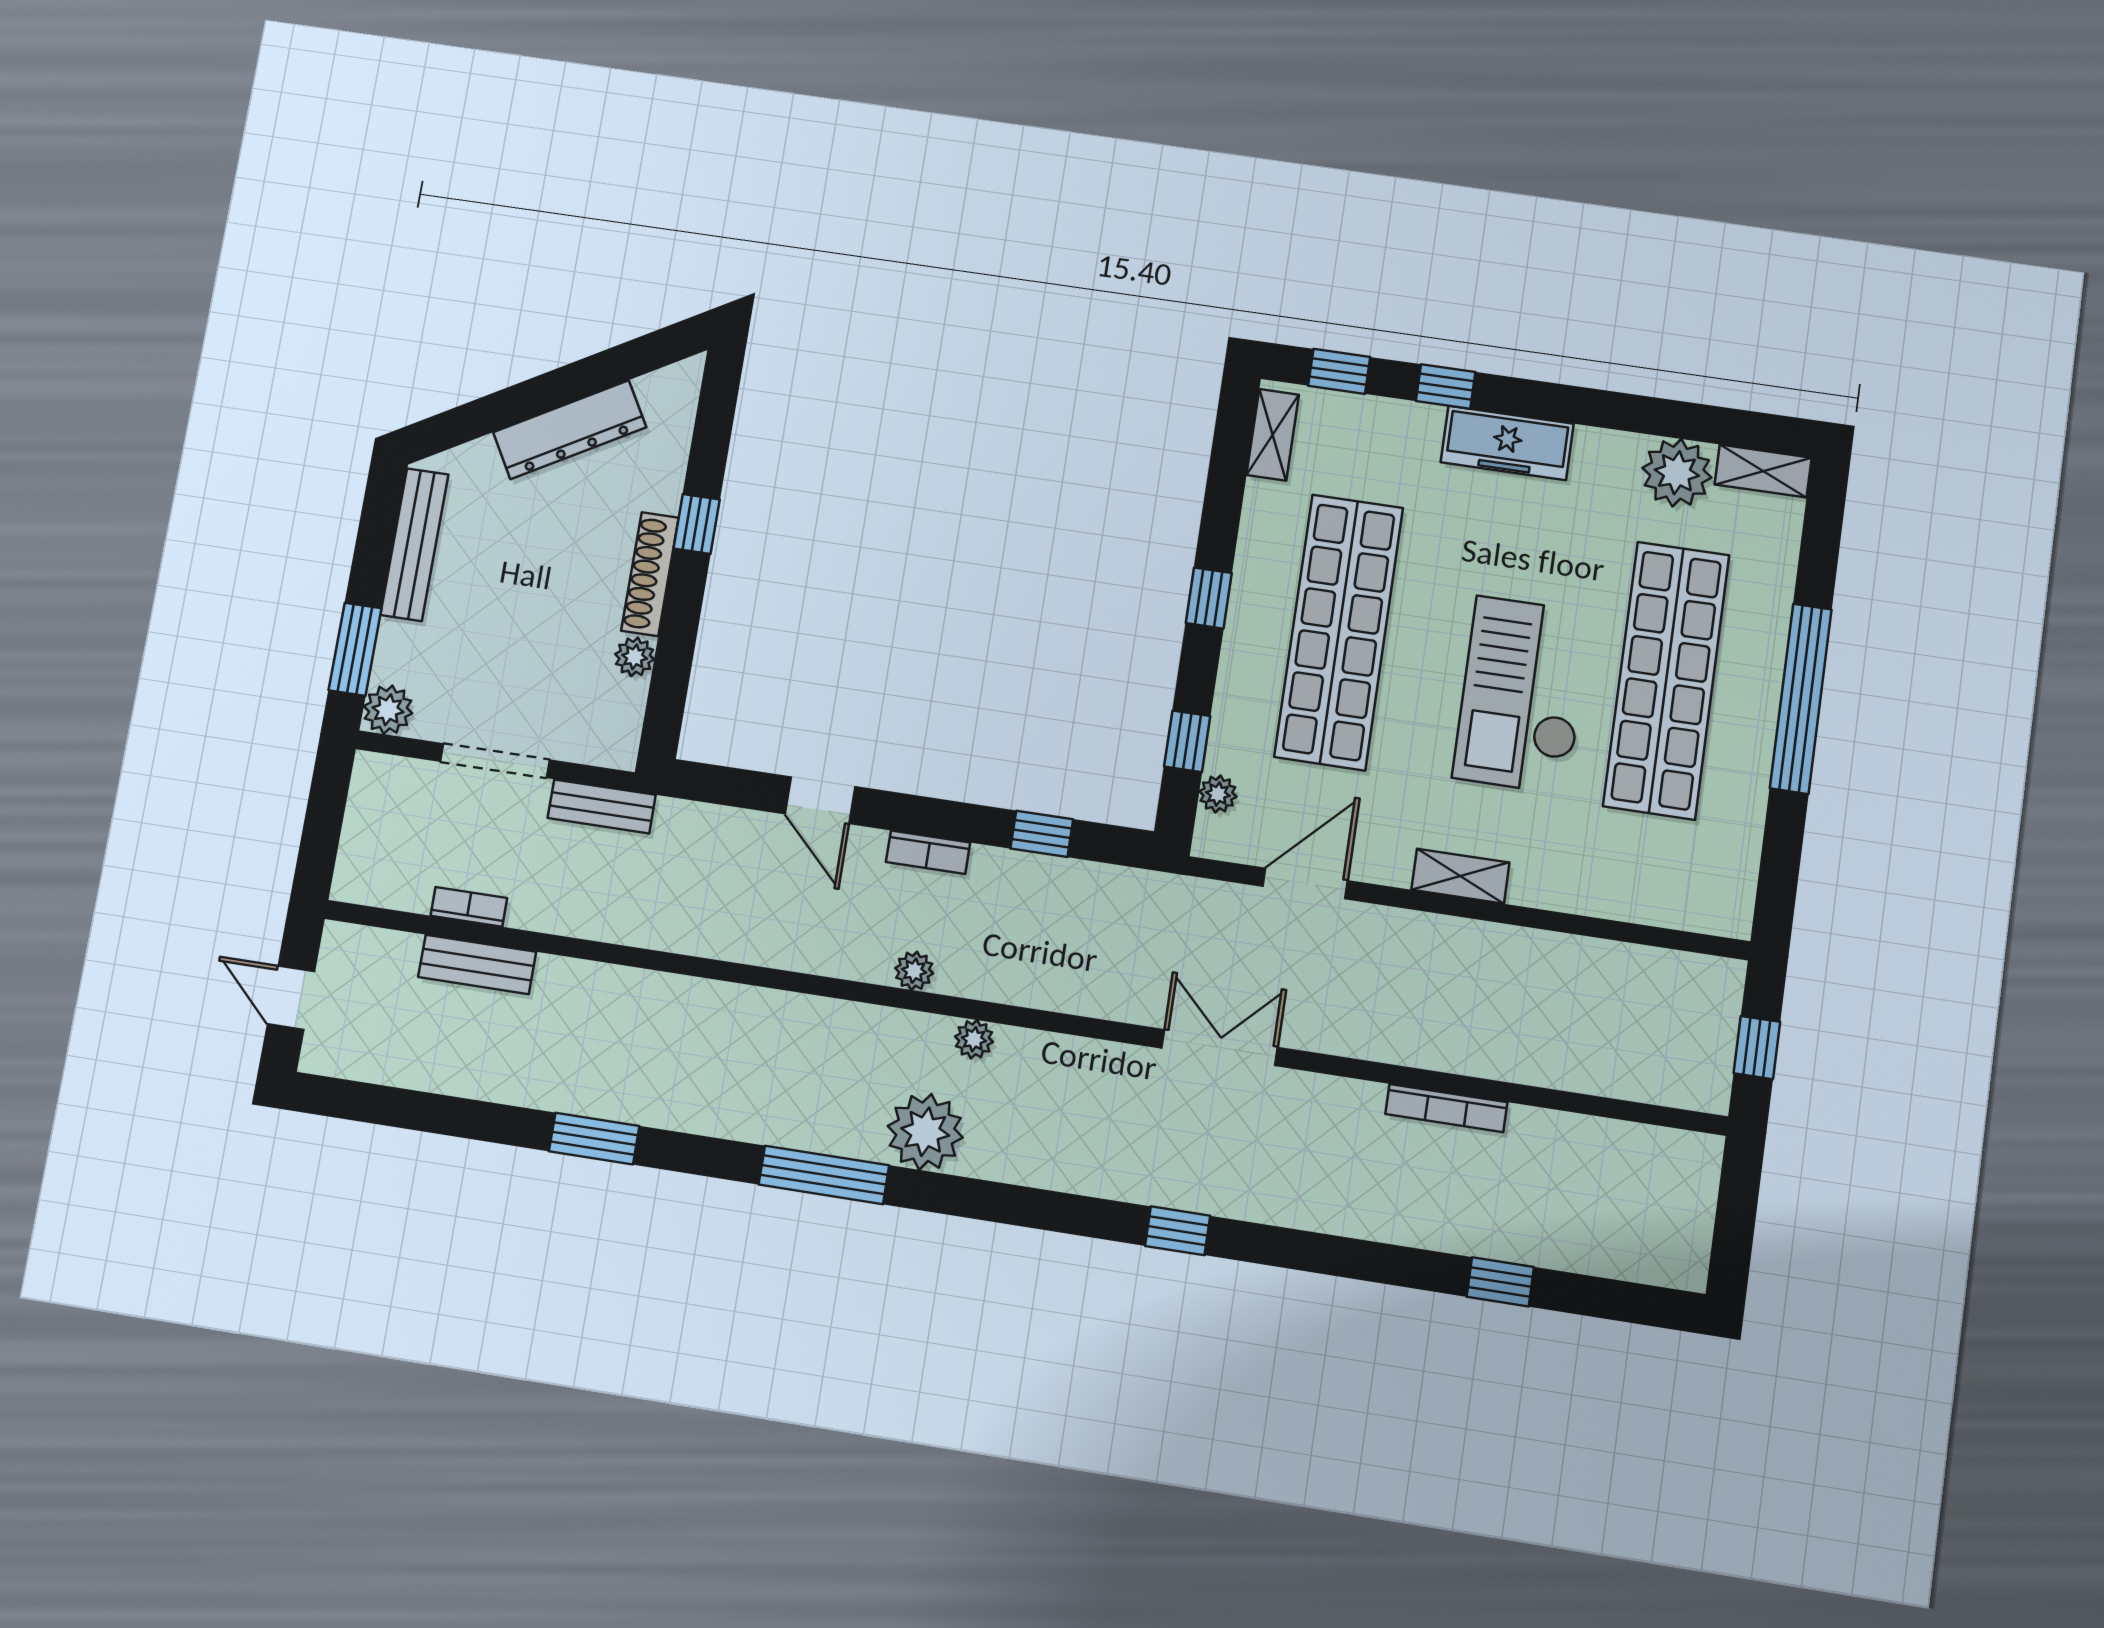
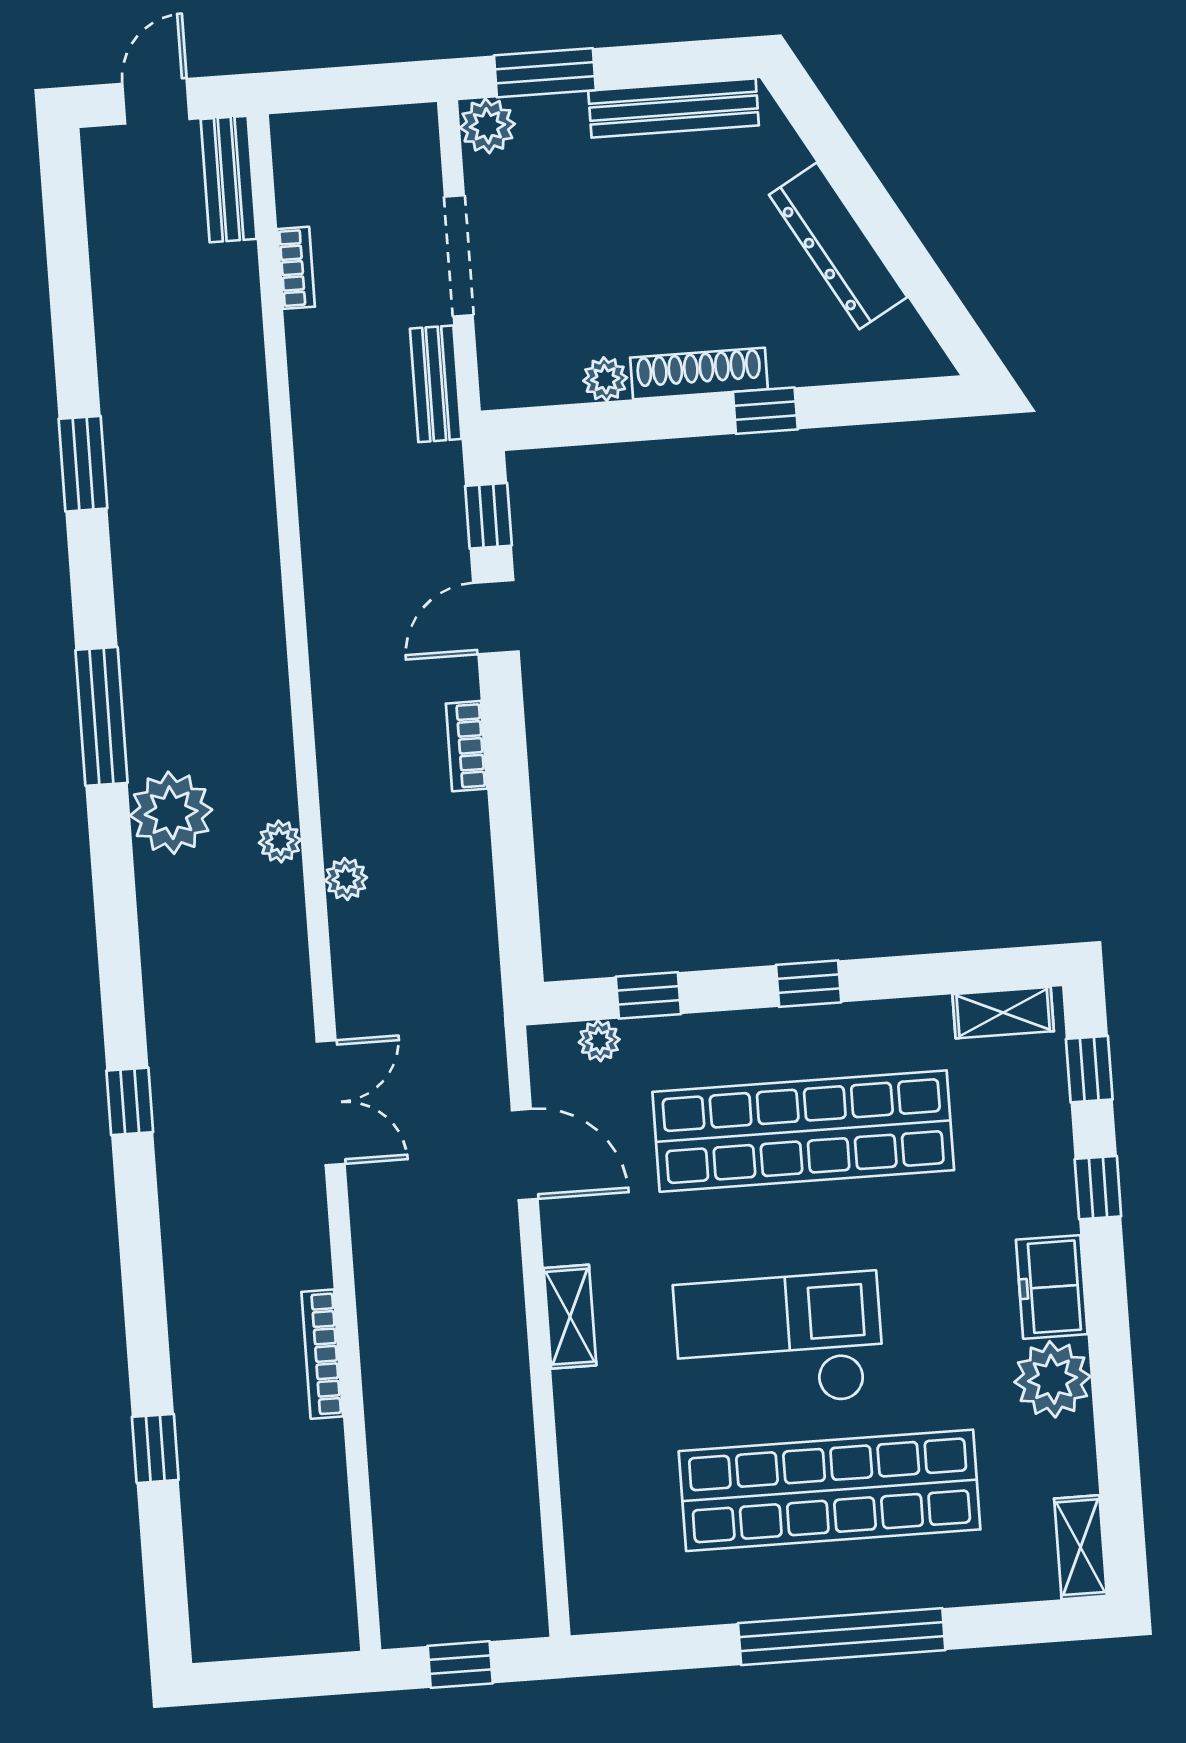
freezer: (1507, 443) -> (1052, 1287), width x0.71
plant: (1677, 473) -> (1052, 1379), moved
window: (1042, 834) -> (488, 516), moved
bench: (477, 964) -> (229, 179), moved
plant: (914, 971) -> (346, 879), moved

